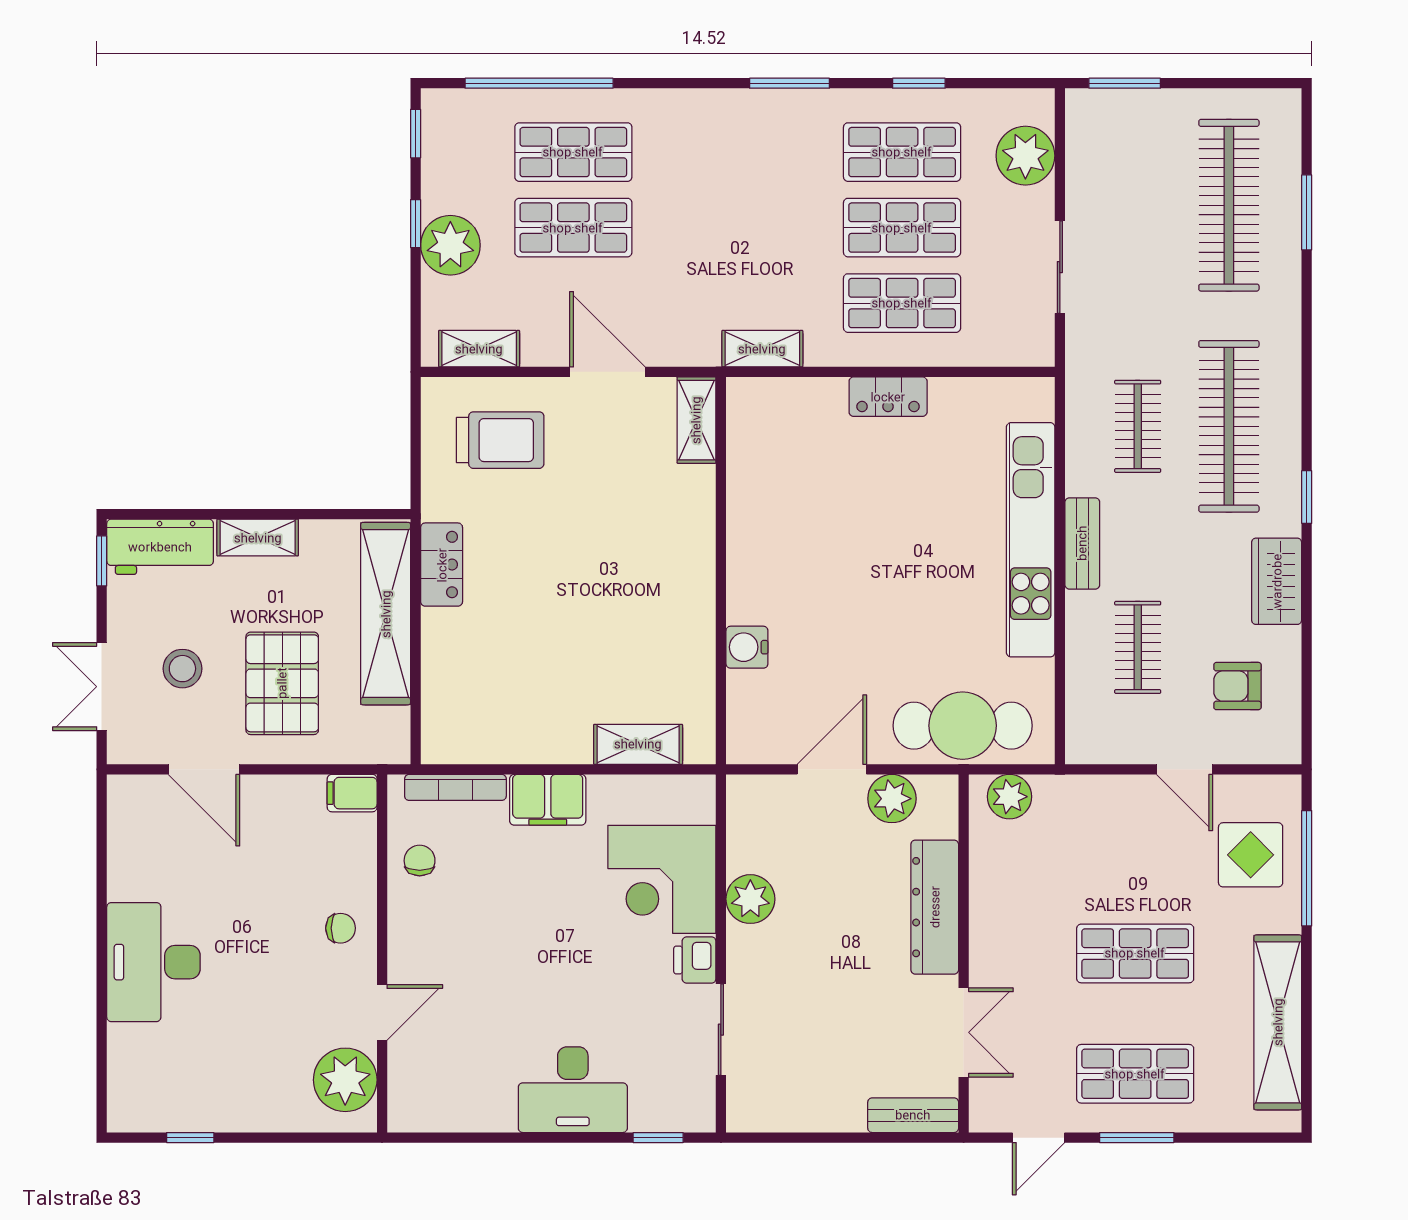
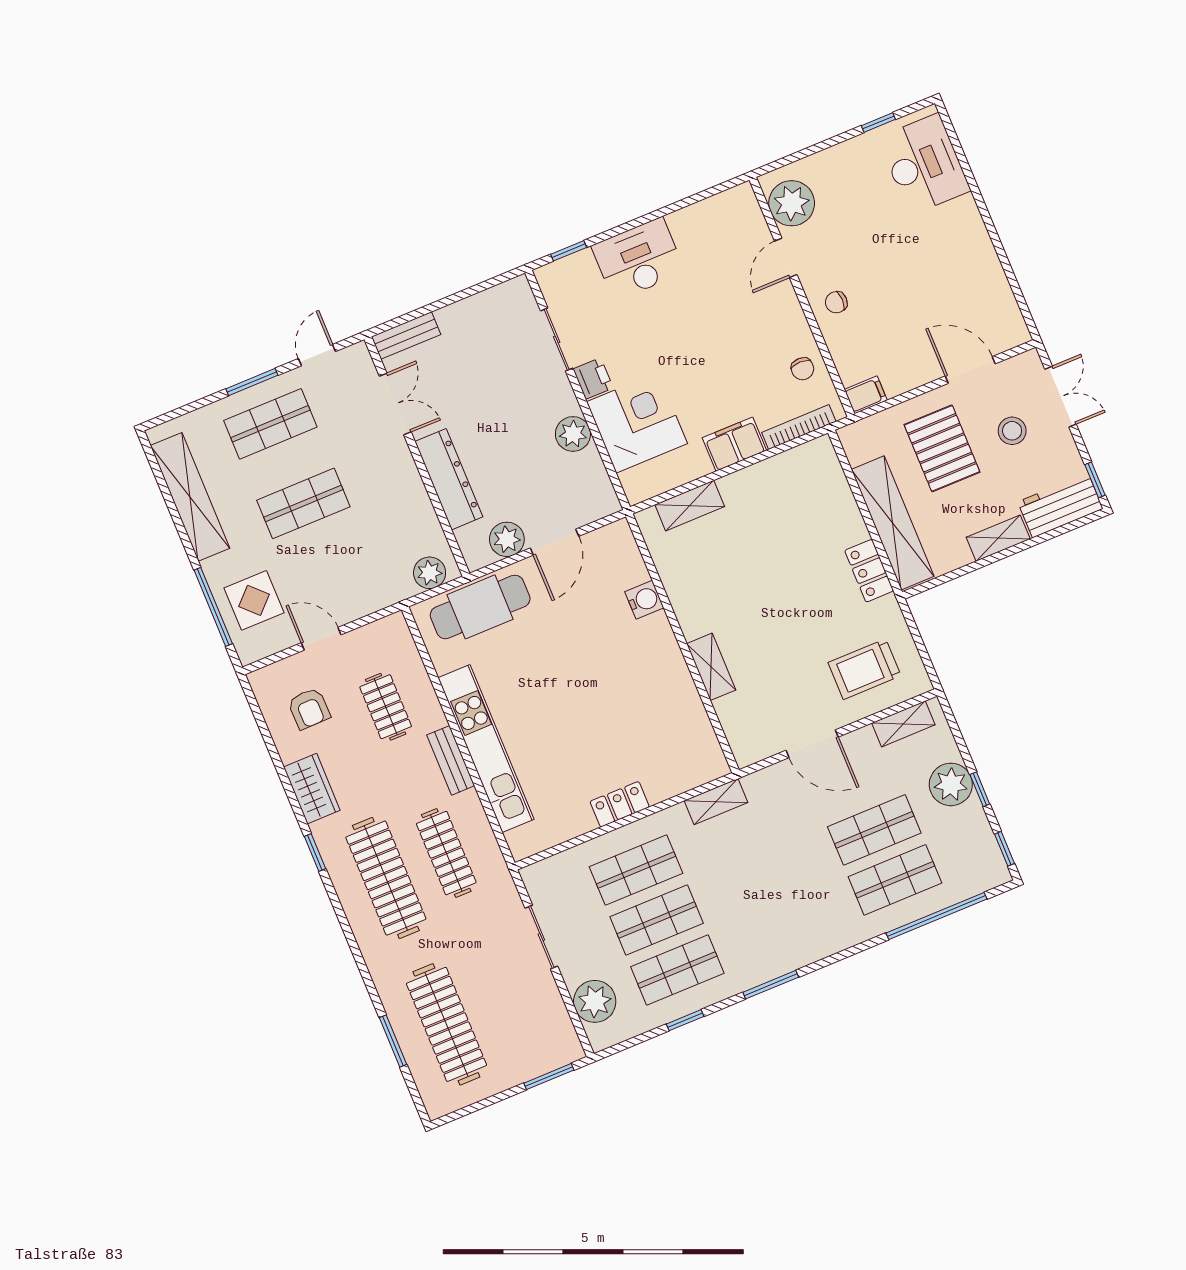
shelving: (696, 420) -> (711, 667), moved
clothes rail: (1138, 426) -> (446, 853), width x1.36
armchair: (1237, 686) -> (309, 708), turned 89
desk: (153, 962) -> (924, 164), moved
double door: (964, 1032) -> (395, 404), swing flipped

